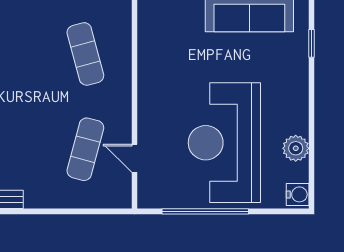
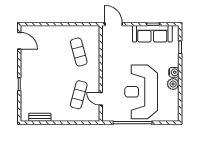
plant: (296, 148) -> (173, 84), moved
water cooler: (298, 194) -> (174, 72), moved

